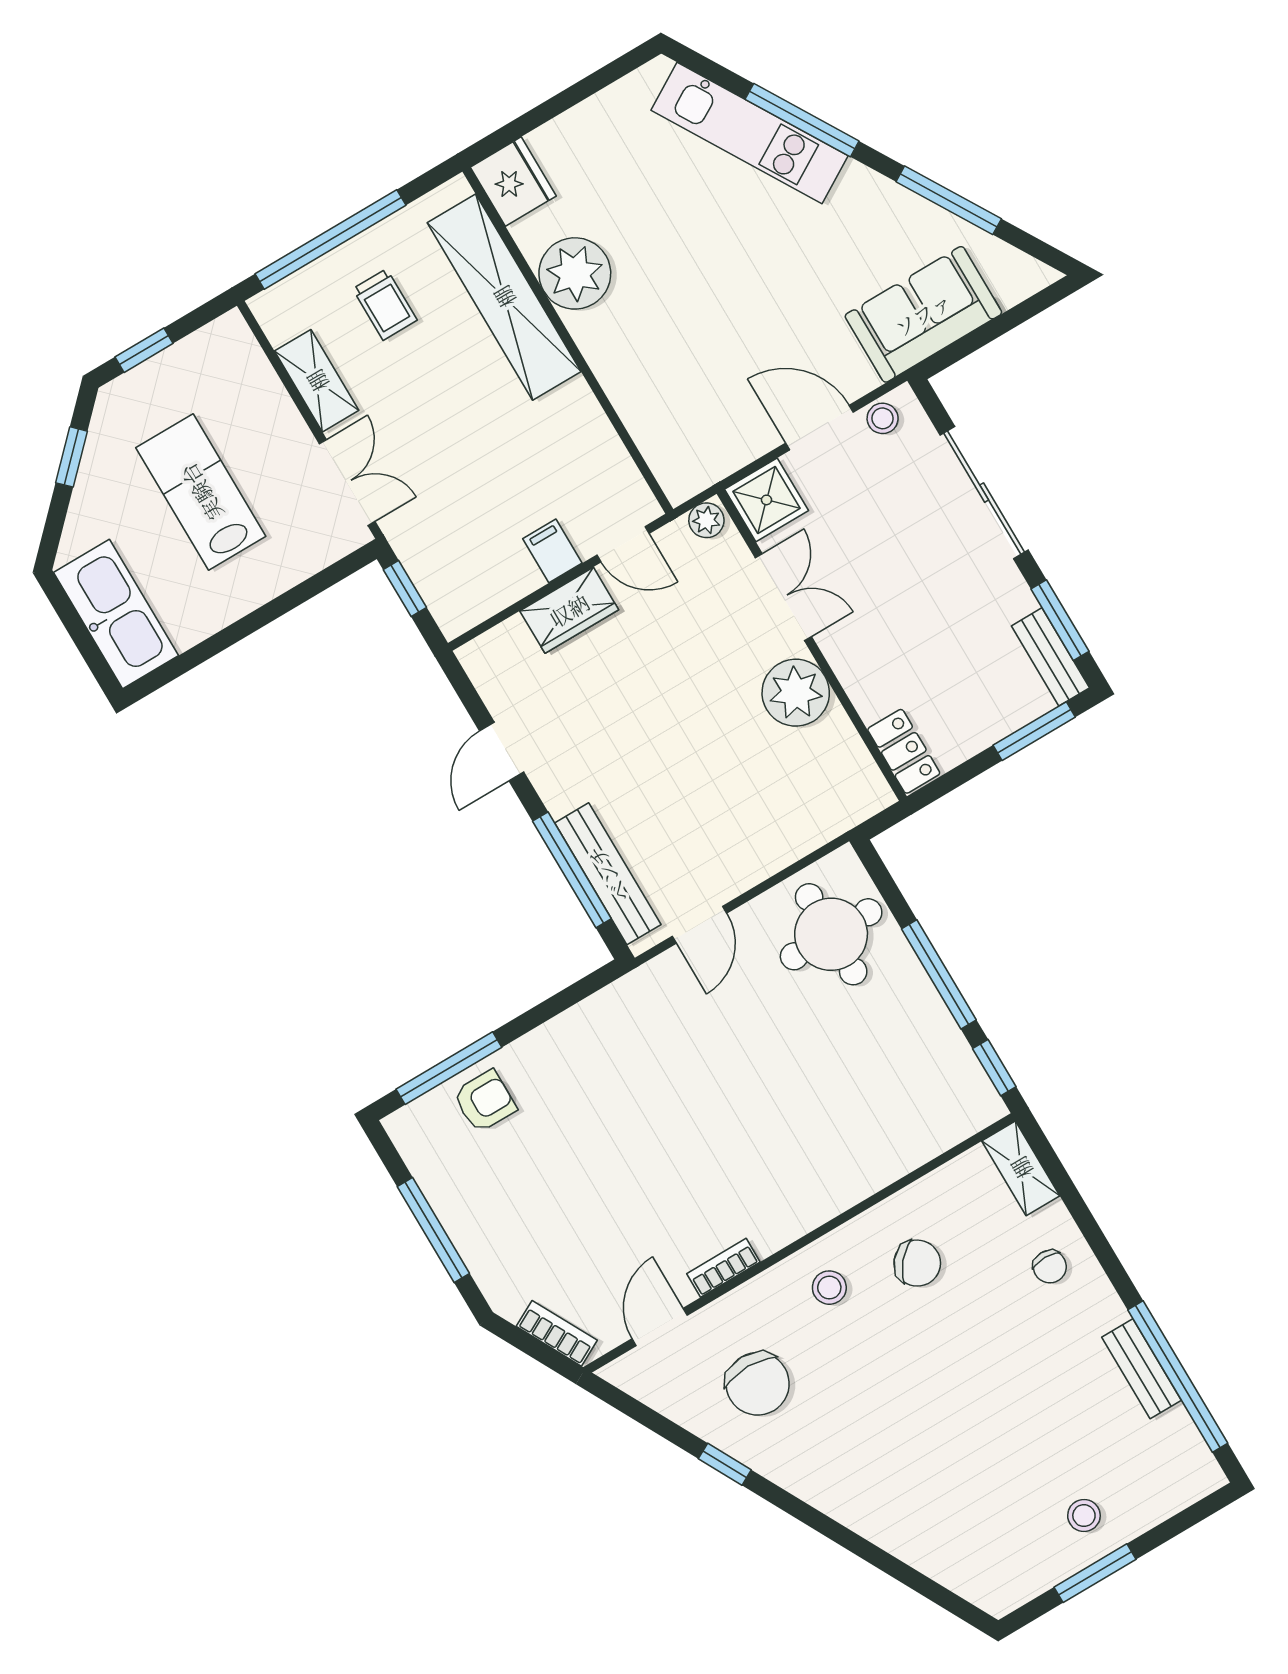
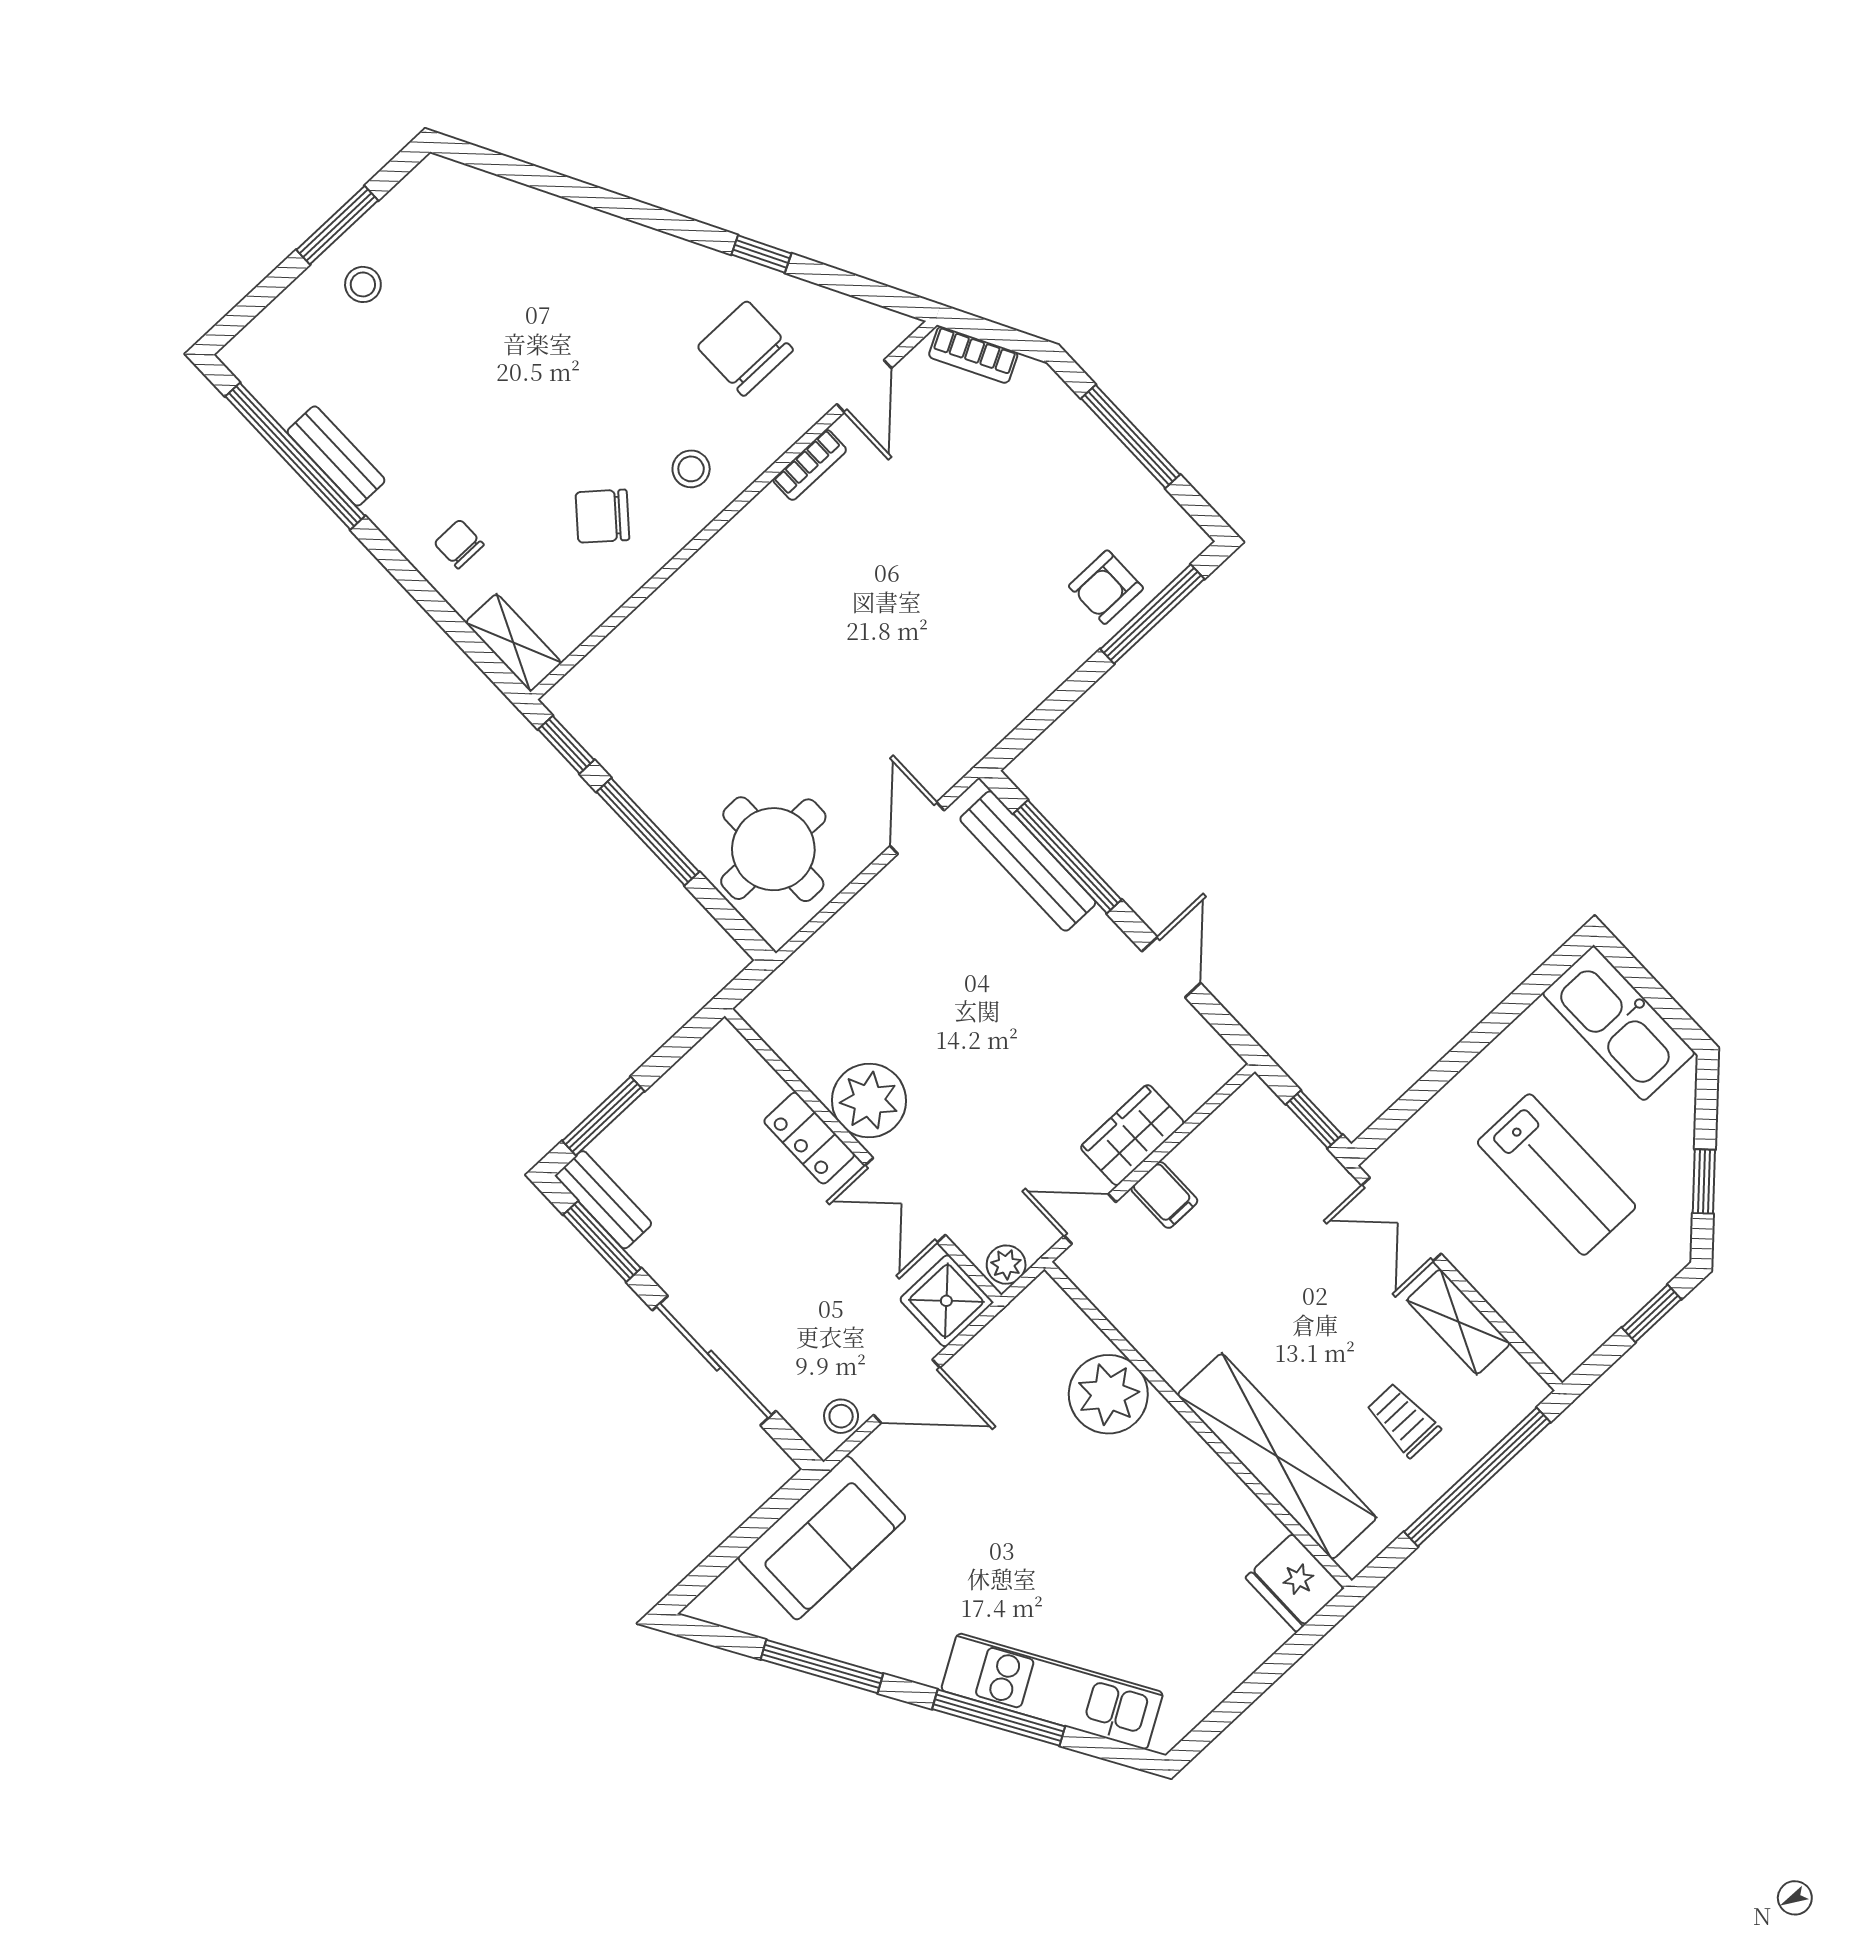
plant: (575, 273) -> (1108, 1394), moved
locker: (904, 751) -> (809, 1138), moved

